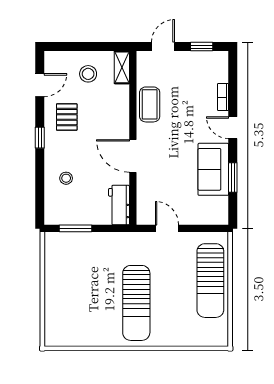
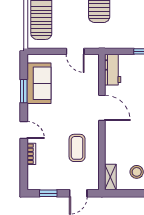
coffee table: (150, 104) -> (77, 148), moved
sofa: (213, 169) -> (39, 83), moved

